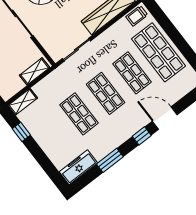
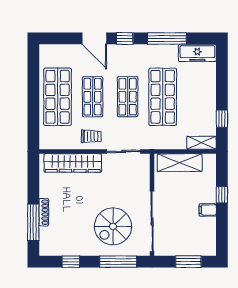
trolley: (137, 16) -> (91, 136), moved
shelving: (35, 71) -> (180, 163), width x1.50, depth x1.33
shop shelf: (79, 114) -> (163, 97), width x1.43, depth x1.36
window: (110, 160) -> (167, 38), width x1.44

